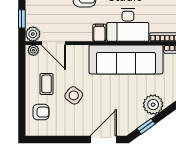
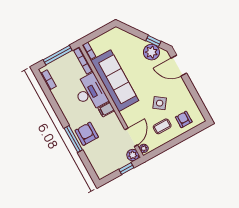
plant: (153, 105) -> (151, 52), moved

